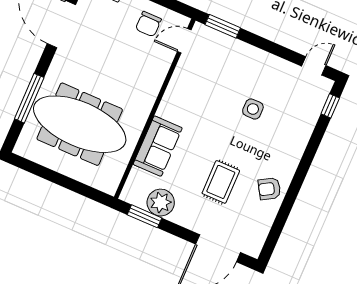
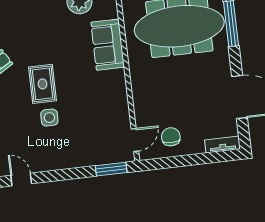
door: (314, 66) -> (21, 179), swing flipped
rug: (221, 182) -> (43, 84), moved

